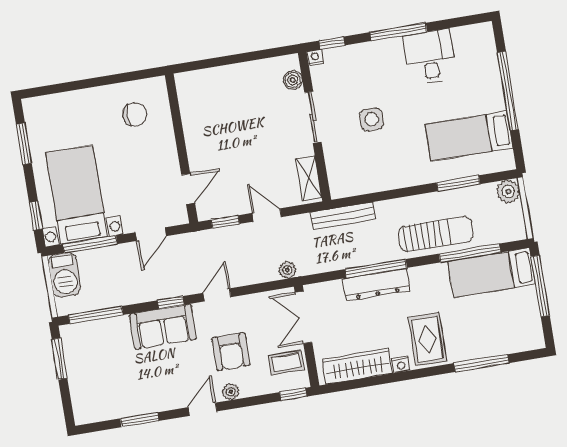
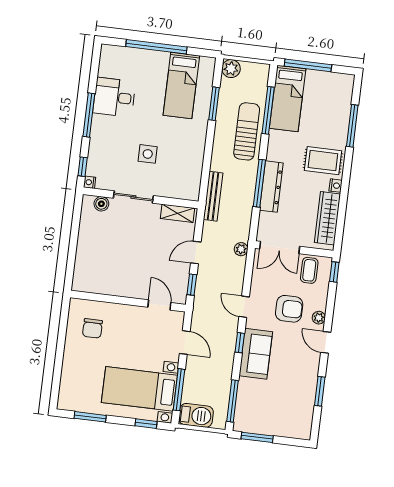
chair: (135, 114) -> (92, 328), turned 180

